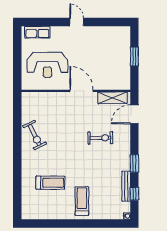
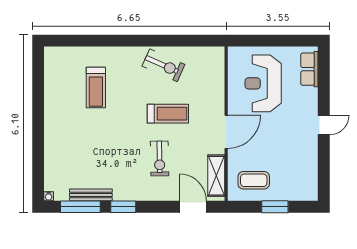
coffee table: (116, 71) -> (254, 180), added
exercise bike: (35, 135) -> (163, 65), turned -130
window: (134, 194) -> (80, 207), width x2.17
treadmill: (82, 201) -> (168, 114), moved

